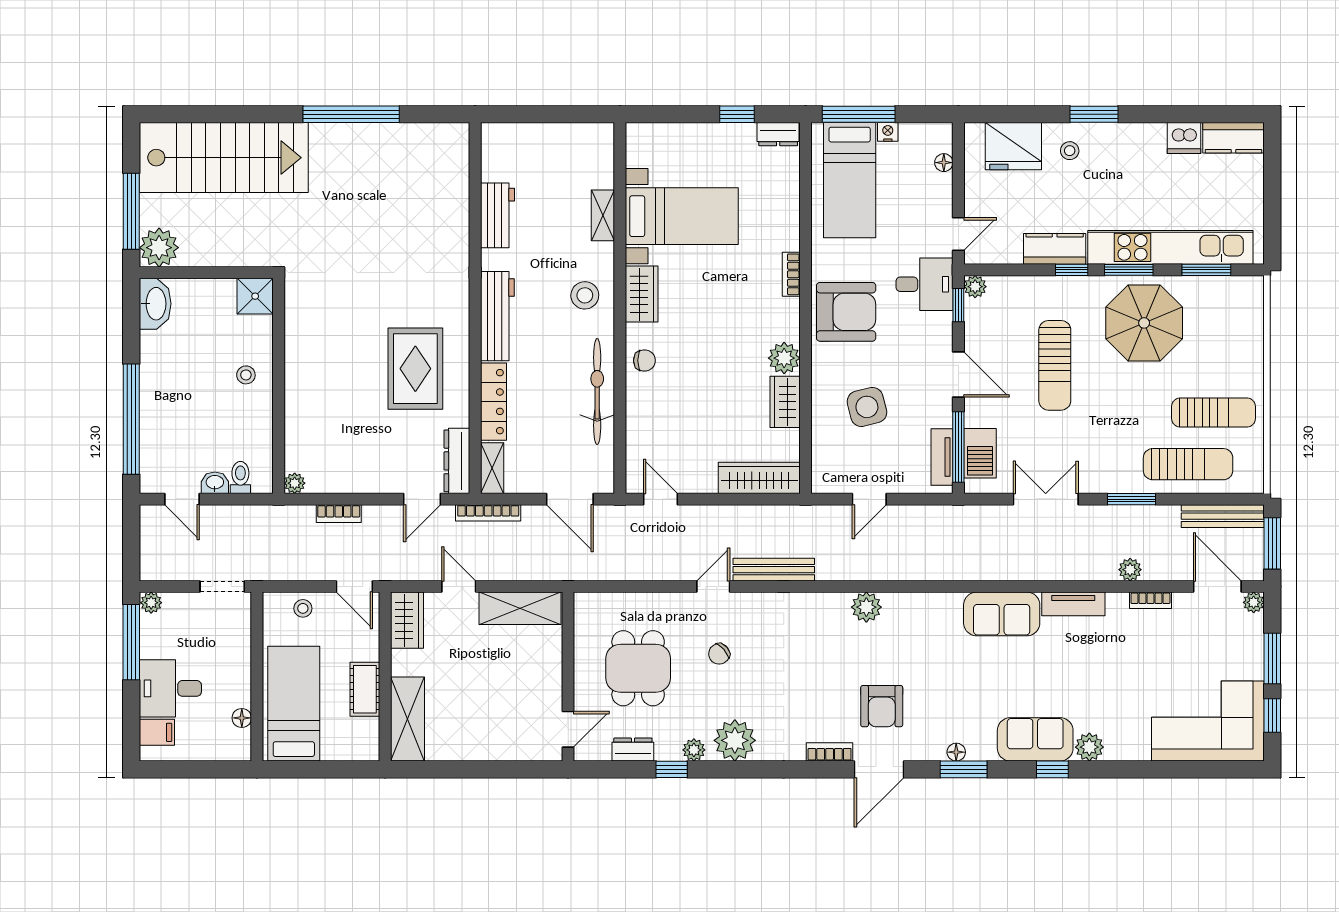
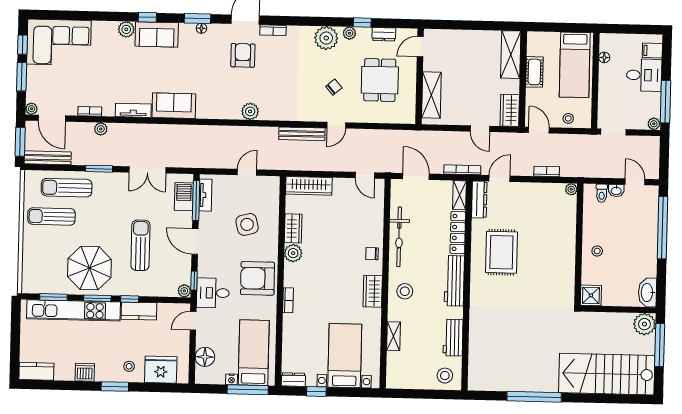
dishwasher: (1184, 138) -> (85, 372), moved
stool: (510, 148) -> (445, 376), added
floor lamp: (944, 163) -> (205, 357), width x1.89, depth x1.89
bed with nightstands: (682, 216) -> (345, 356), moved, turned 90
shelving: (520, 608) -> (431, 95), moved, turned 90

